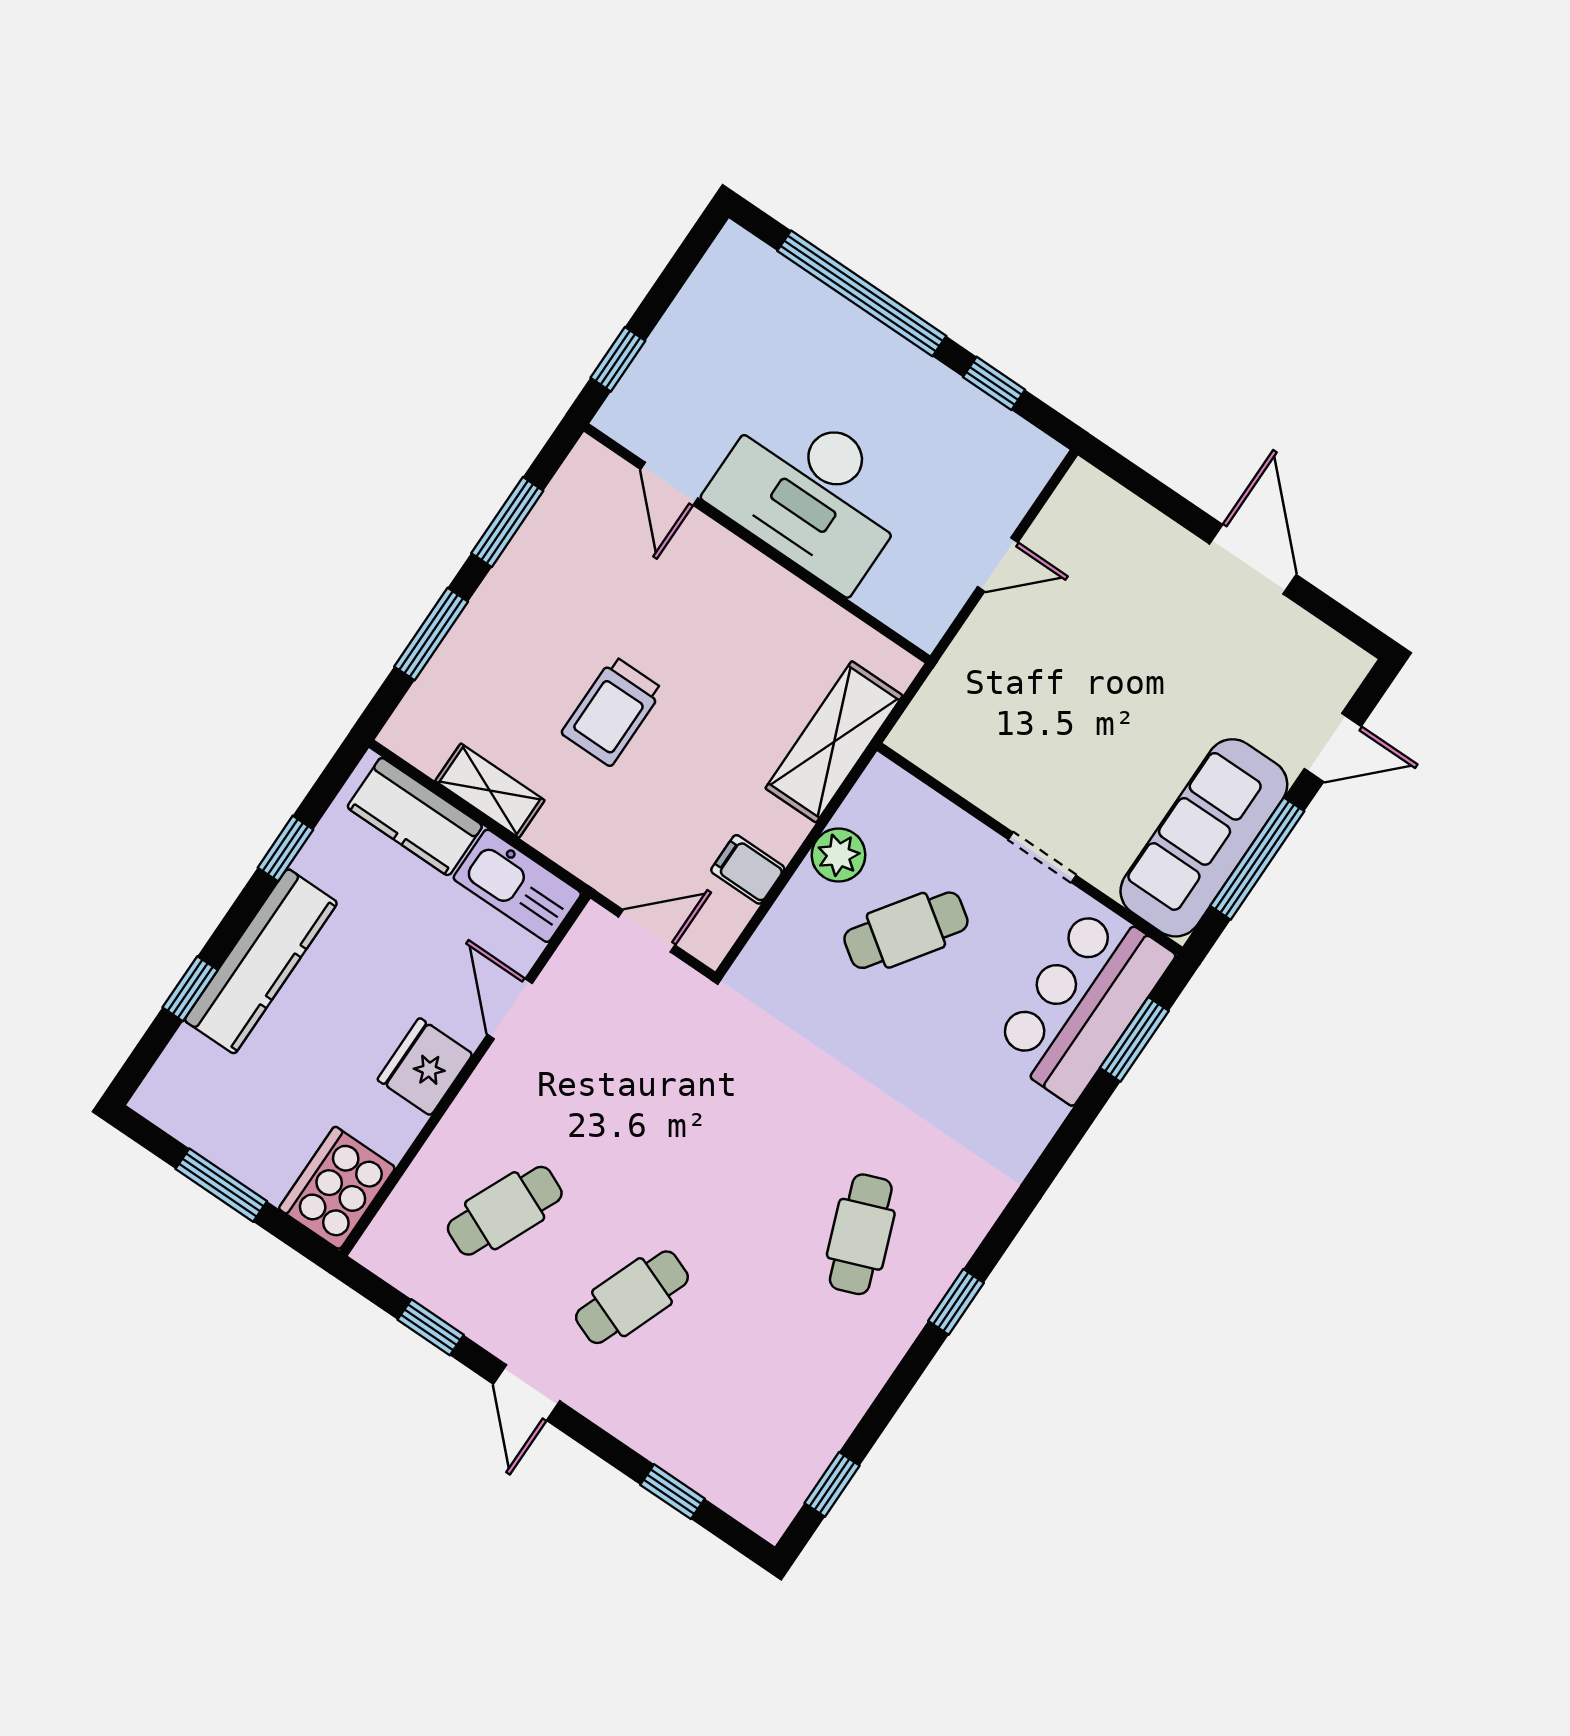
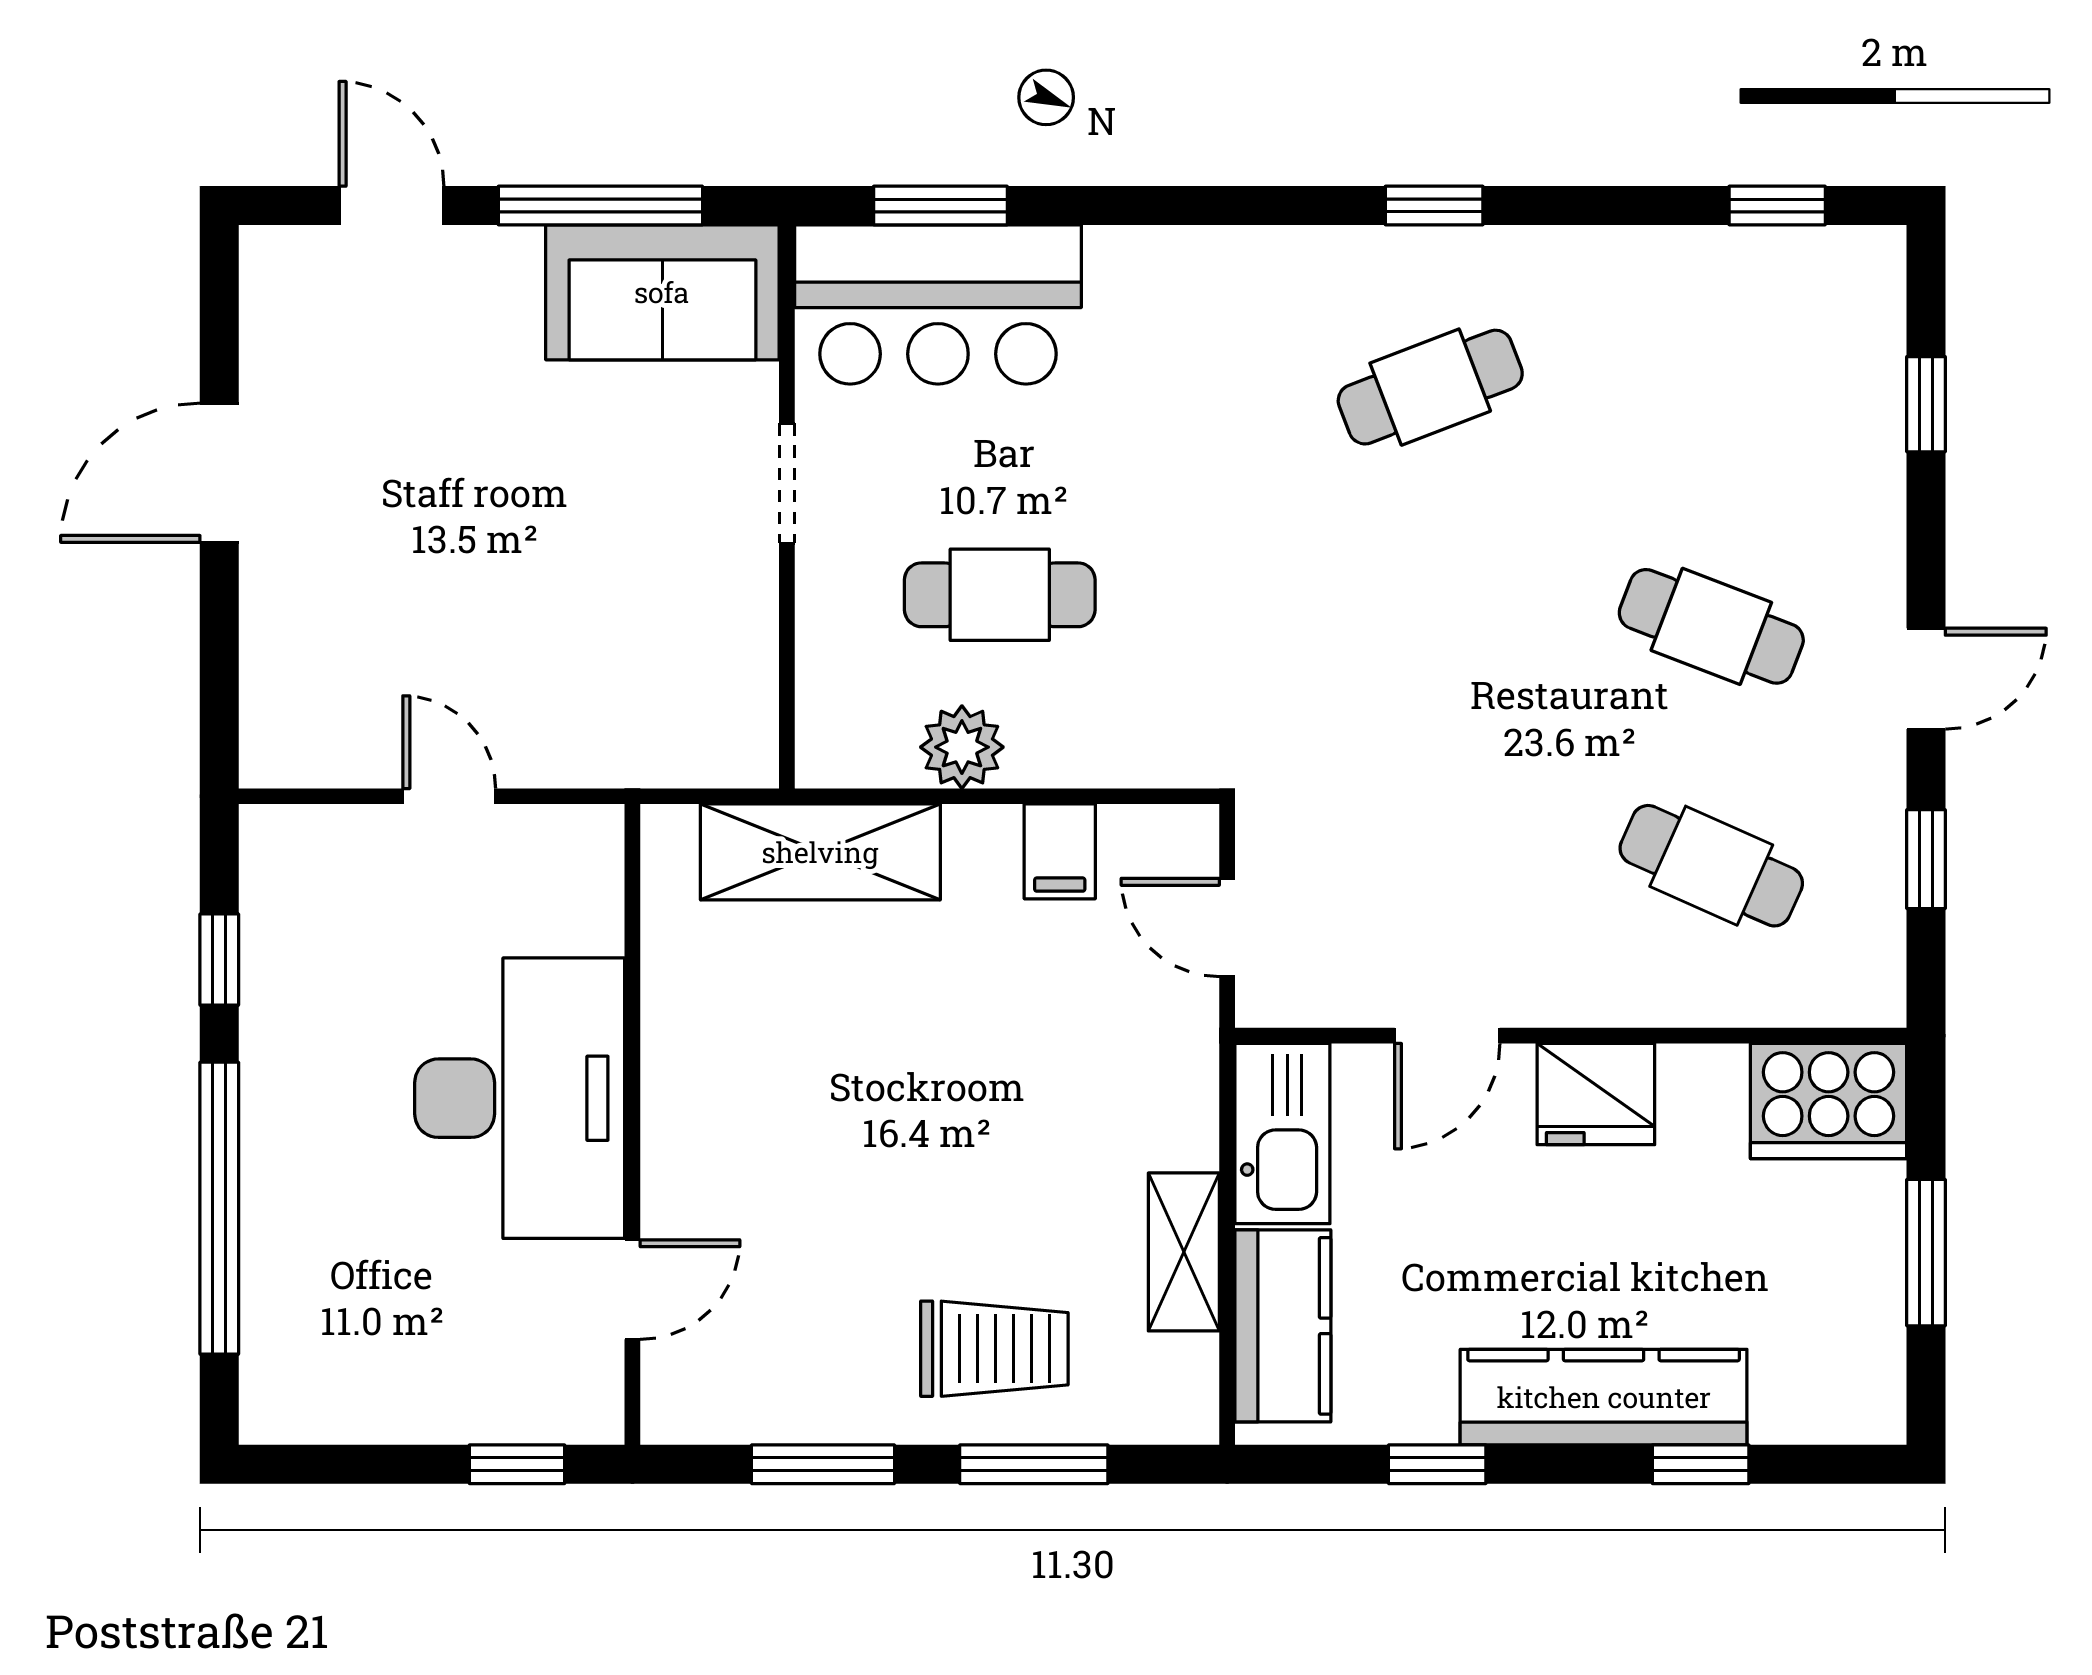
trolley: (612, 711) -> (994, 1349), moved
sofa: (1204, 838) -> (662, 292), width x0.73
cafe table: (906, 930) -> (1000, 595), turned -35

